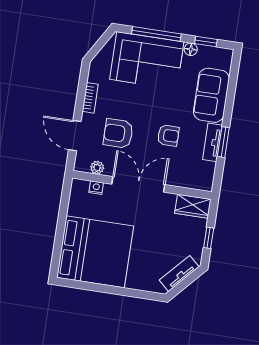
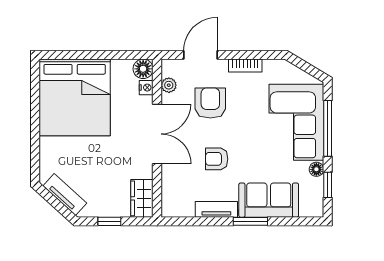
armchair: (168, 135) -> (217, 159), turned 90
window: (223, 142) -> (250, 221), moved
floor lamp: (79, 188) -> (143, 69), added

